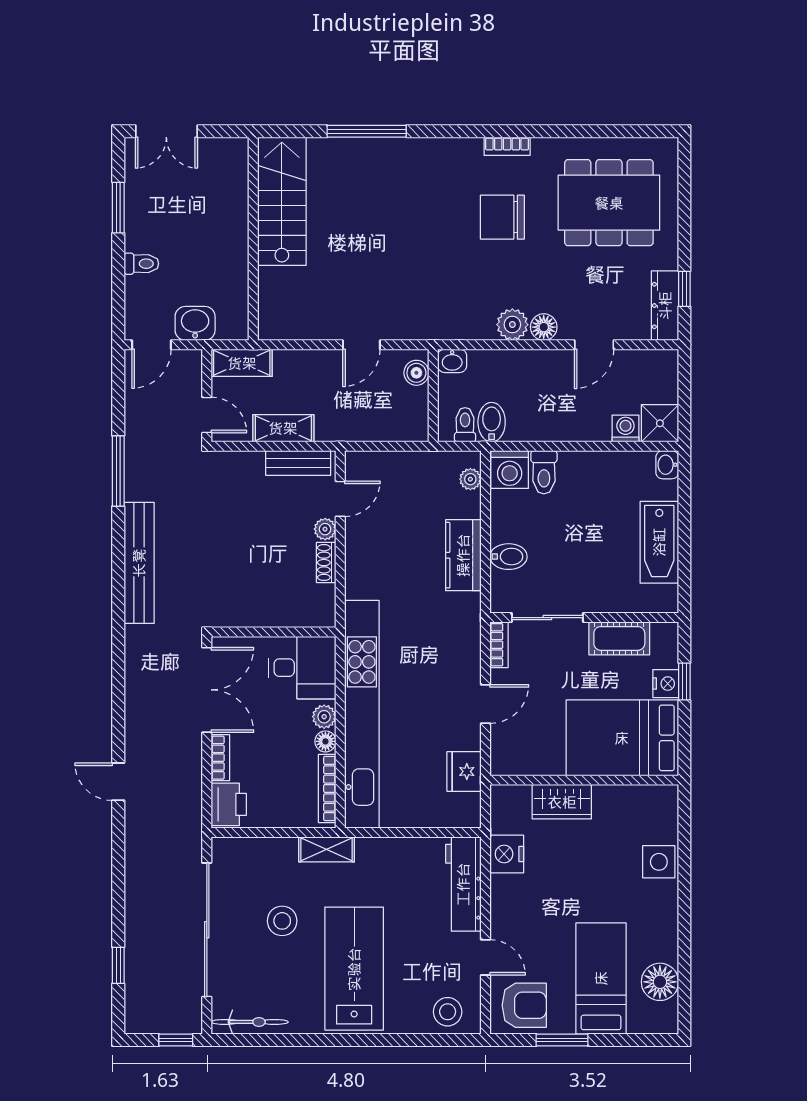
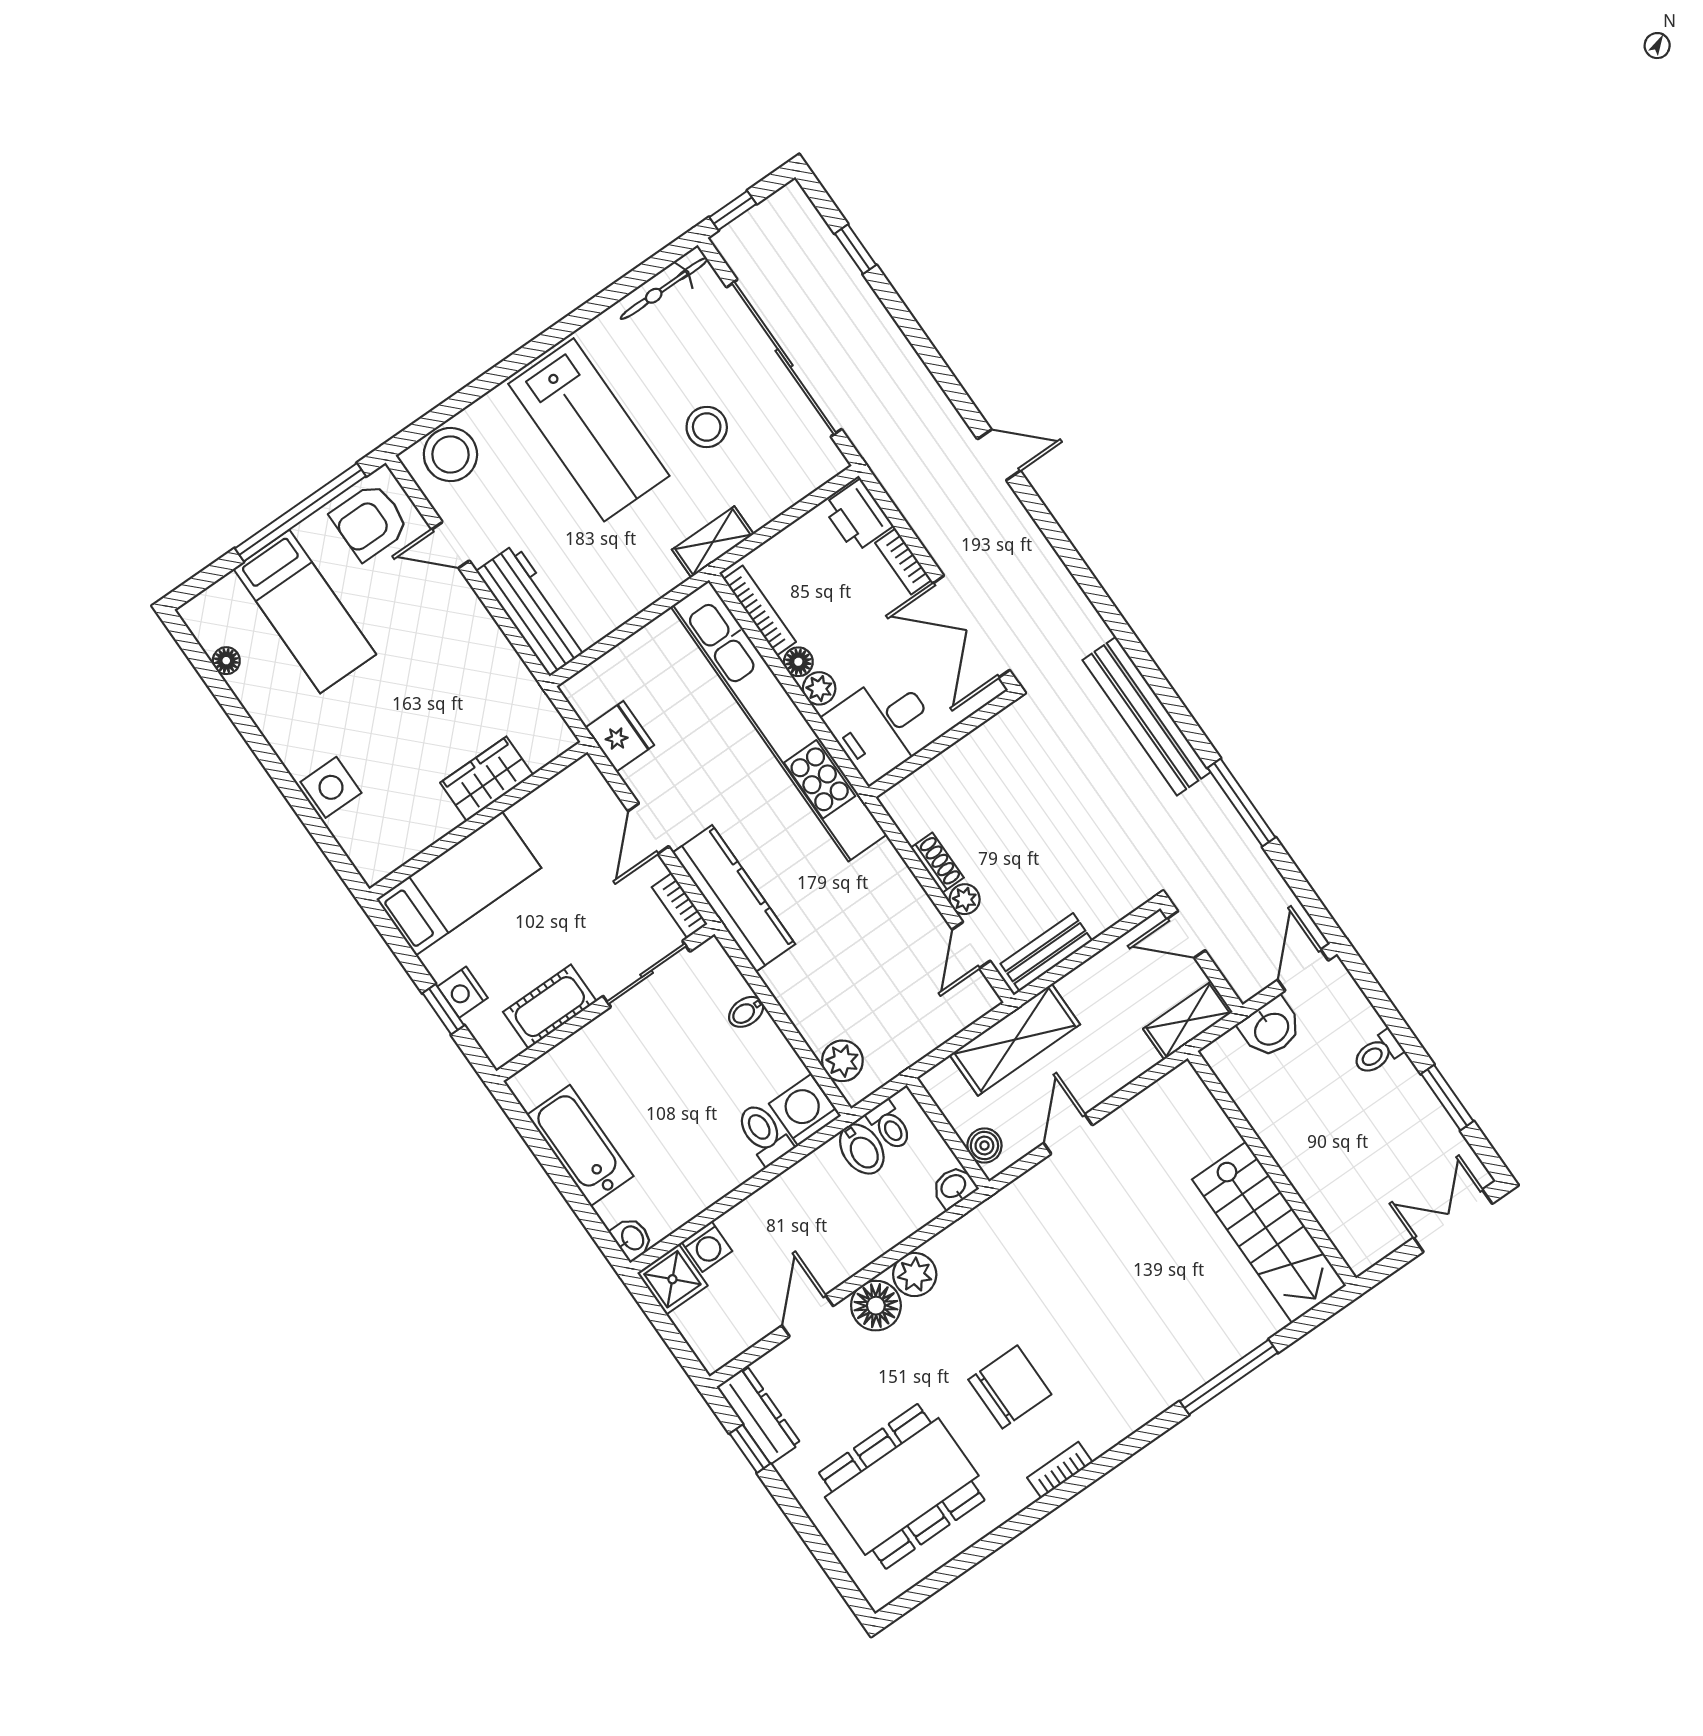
floor lamp: (544, 327) -> (876, 1306), width x1.38, depth x1.38
shelving: (283, 428) -> (1015, 1040), moved, width x1.50, depth x1.33
plant: (470, 479) -> (842, 1061), width x1.38, depth x1.38
kitchen counter: (463, 555) -> (734, 898), moved, width x1.50
bidet: (509, 557) -> (746, 1012), width x0.72, depth x0.74
bed: (622, 738) -> (459, 884), width x0.67
nightstand: (507, 854) -> (507, 677), removed
floor lamp: (660, 982) -> (226, 661), width x0.53, depth x0.53
stool: (448, 1012) -> (450, 455), width x1.38, depth x1.38
window: (562, 1040) -> (300, 512), width x2.11

